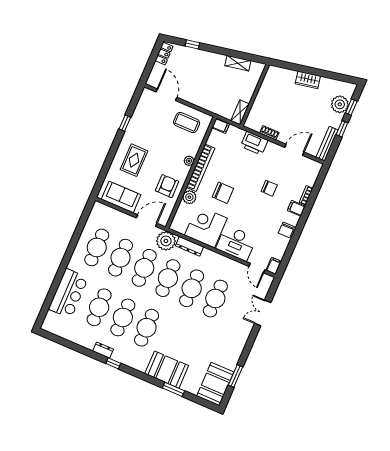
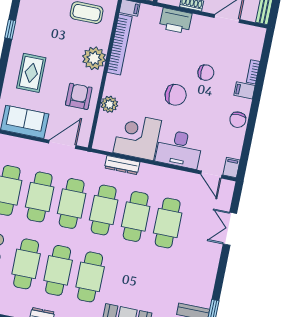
plant: (189, 161) -> (94, 58), width x1.88, depth x1.88
bookcase: (200, 168) -> (120, 45), moved
chair: (223, 193) -> (176, 95), moved
plant: (166, 241) -> (92, 164), removed

